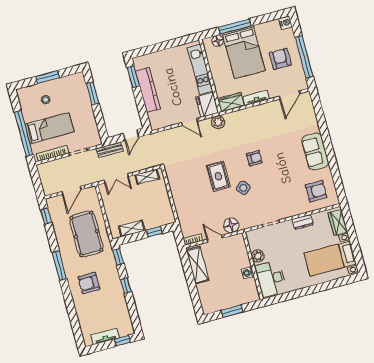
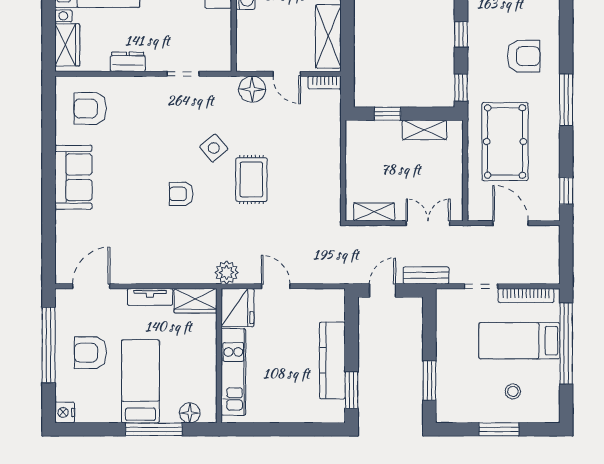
bed: (244, 52) -> (140, 381), width x0.67
armchair: (280, 59) -> (90, 353), turned 90
door: (72, 190) -> (510, 223), hinge flipped
plant: (258, 256) -> (221, 24), removed

